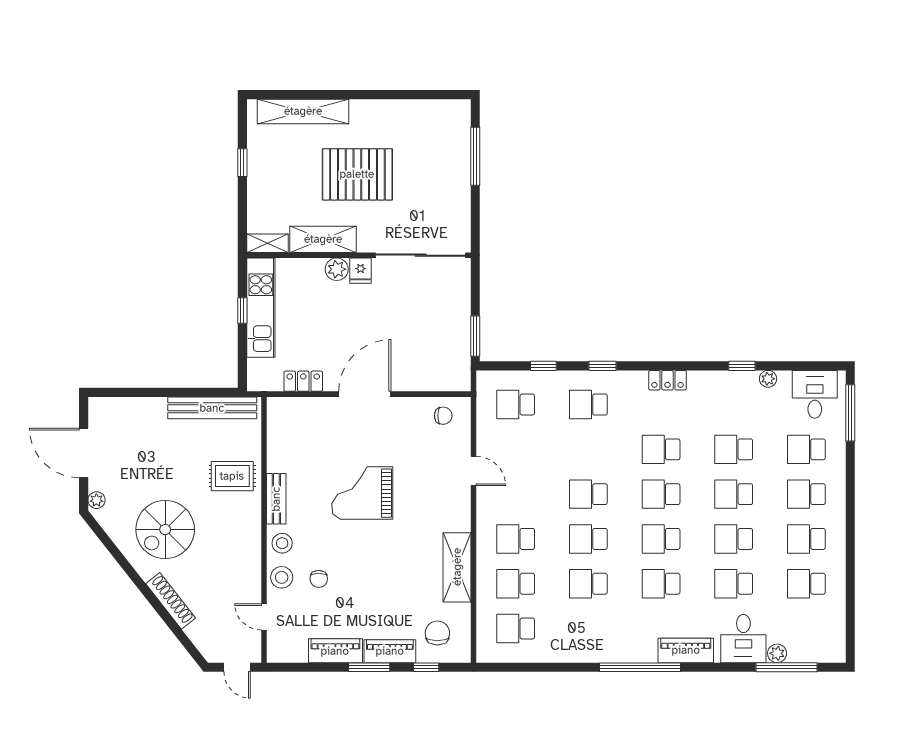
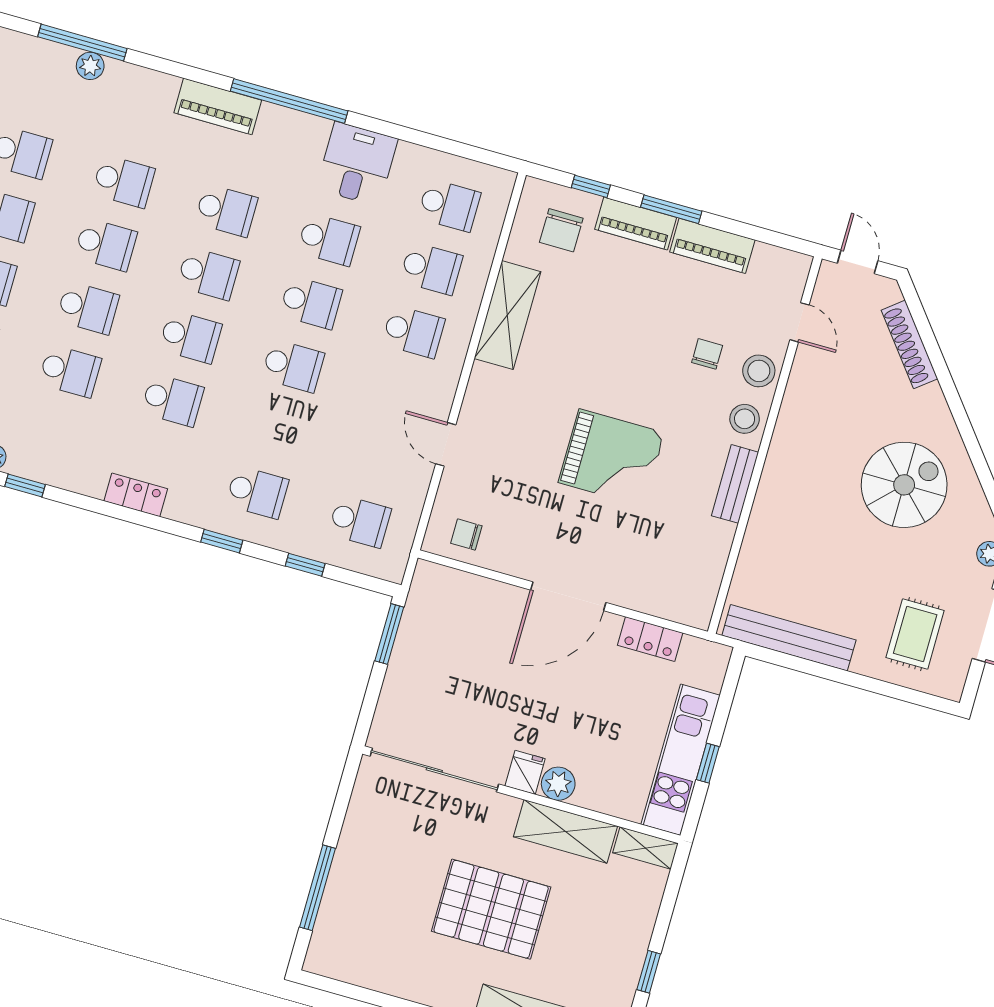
rug: (232, 476) -> (915, 634), moved, turned 90
shoe rack: (171, 601) -> (909, 344), moved
desk: (743, 639) -> (357, 164), moved

